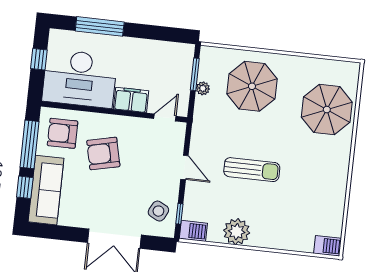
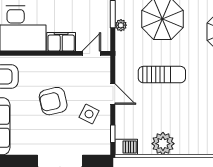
armchair: (103, 153) -> (53, 101), moved
sun lounger: (252, 170) -> (162, 75), moved
side table: (158, 211) -> (89, 114), moved

